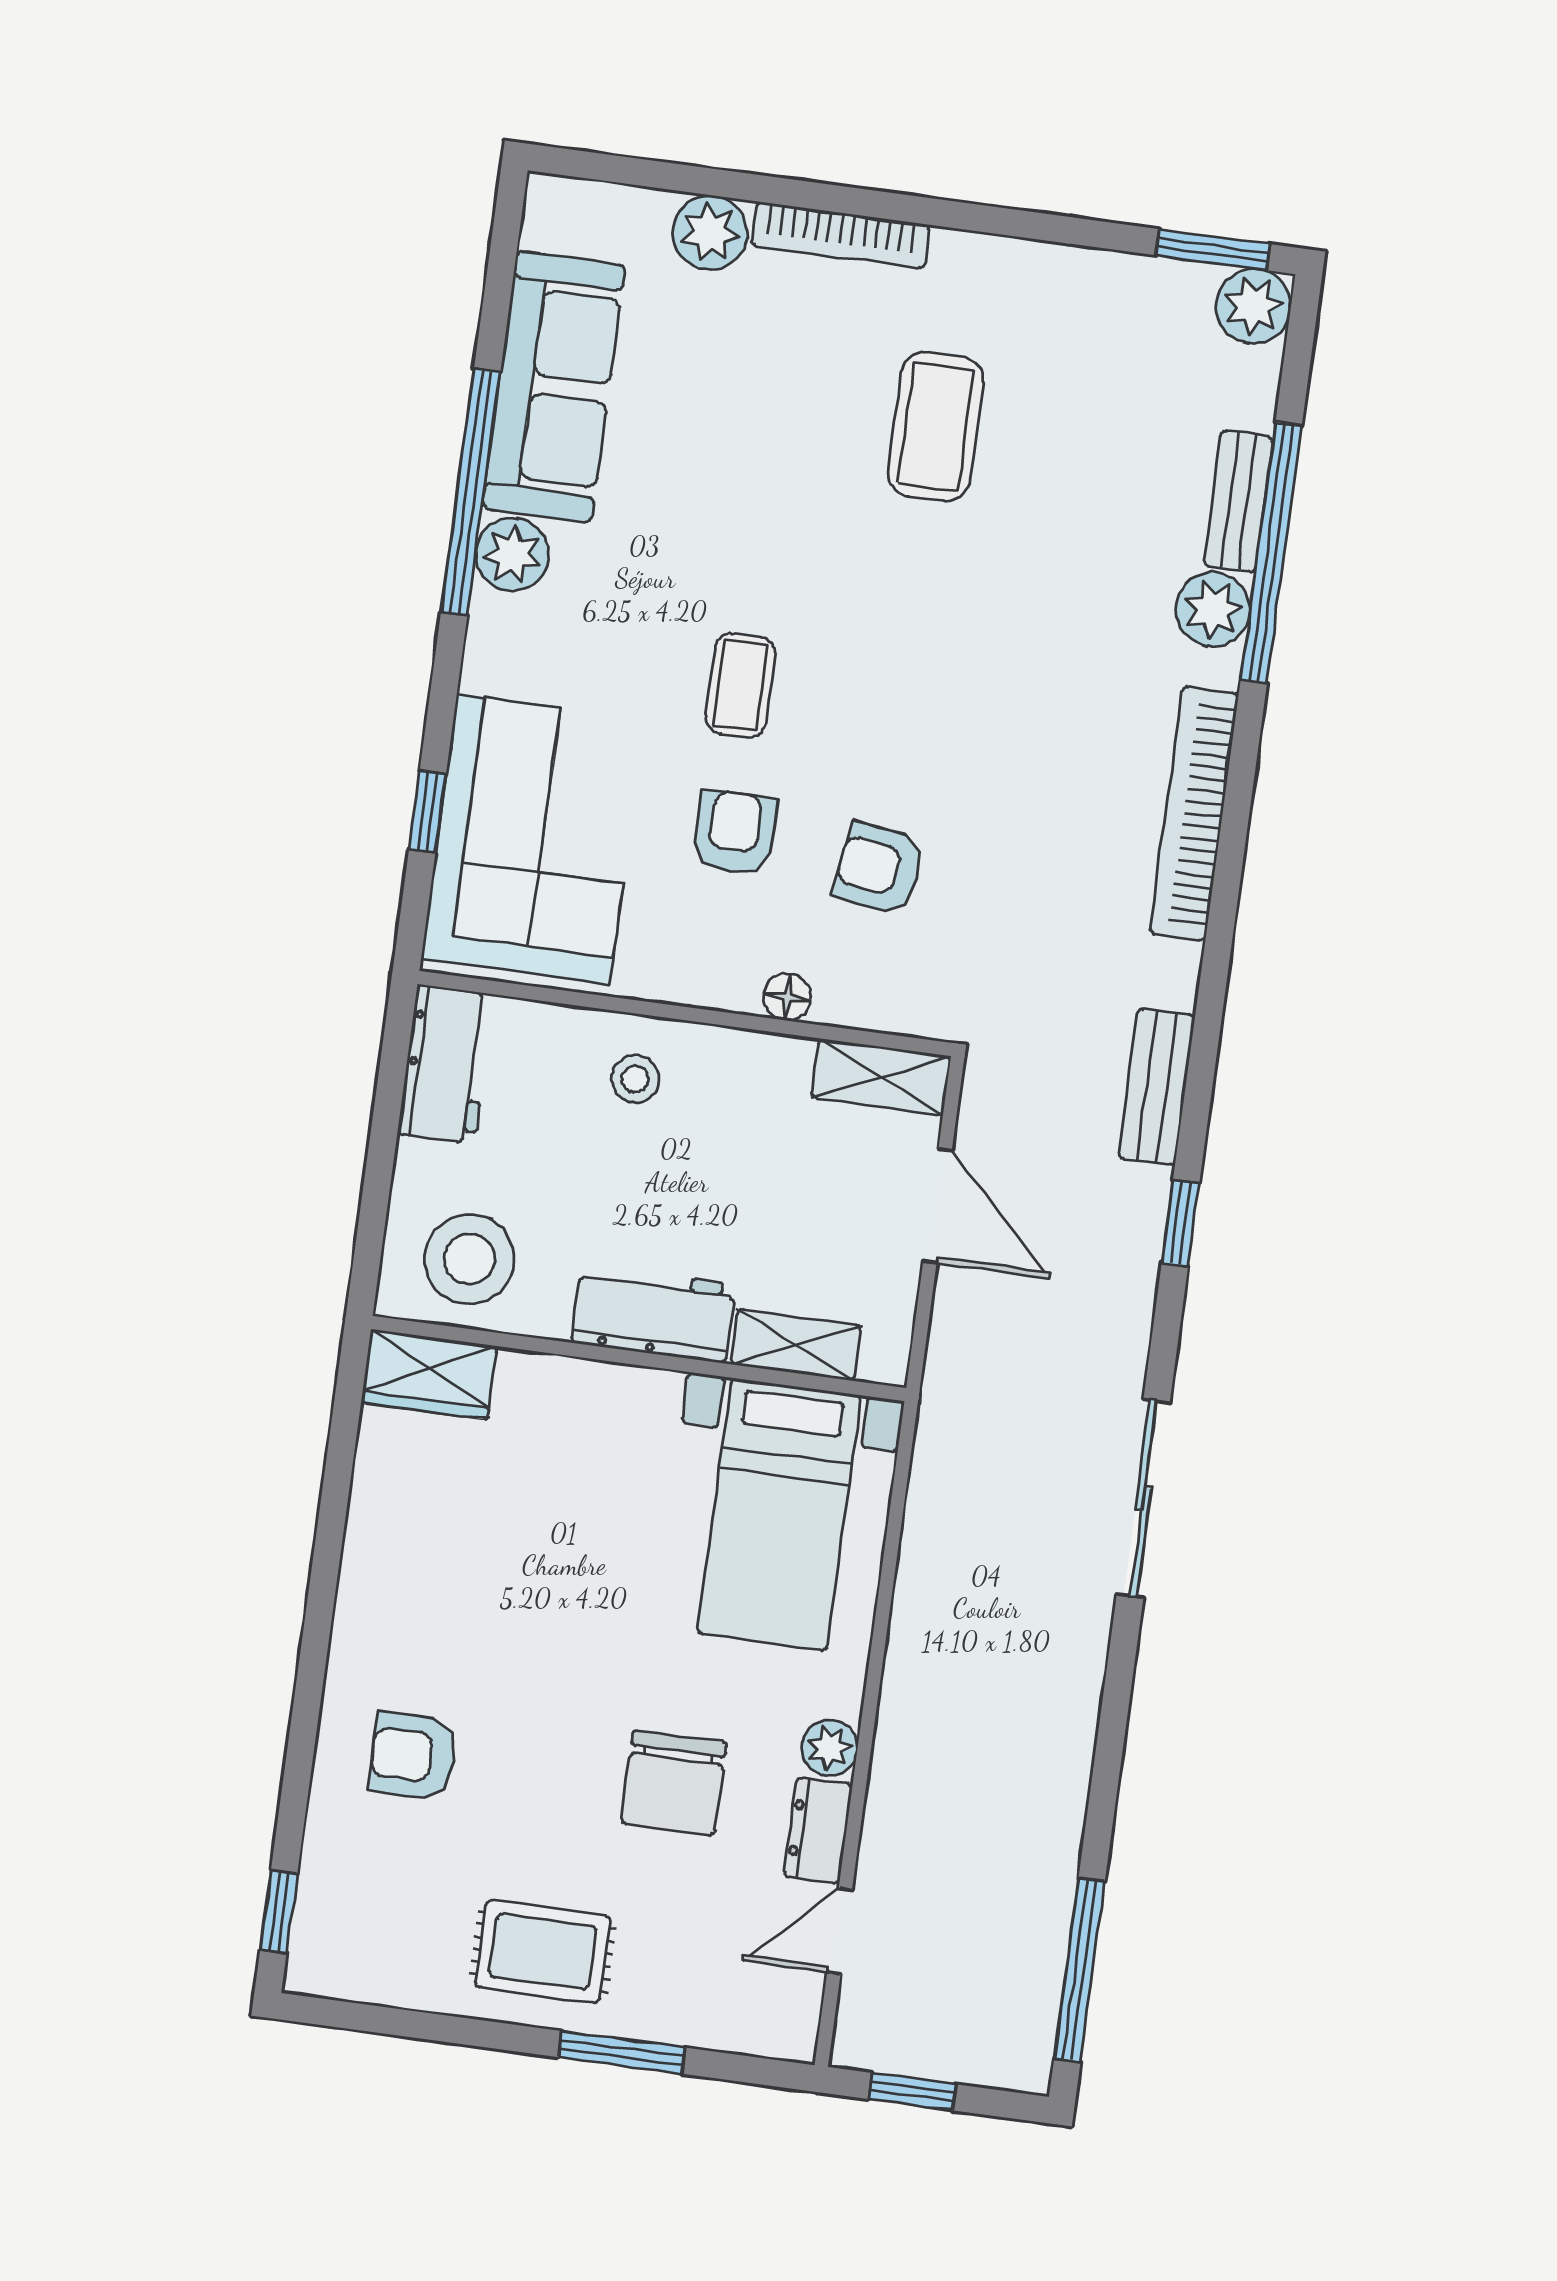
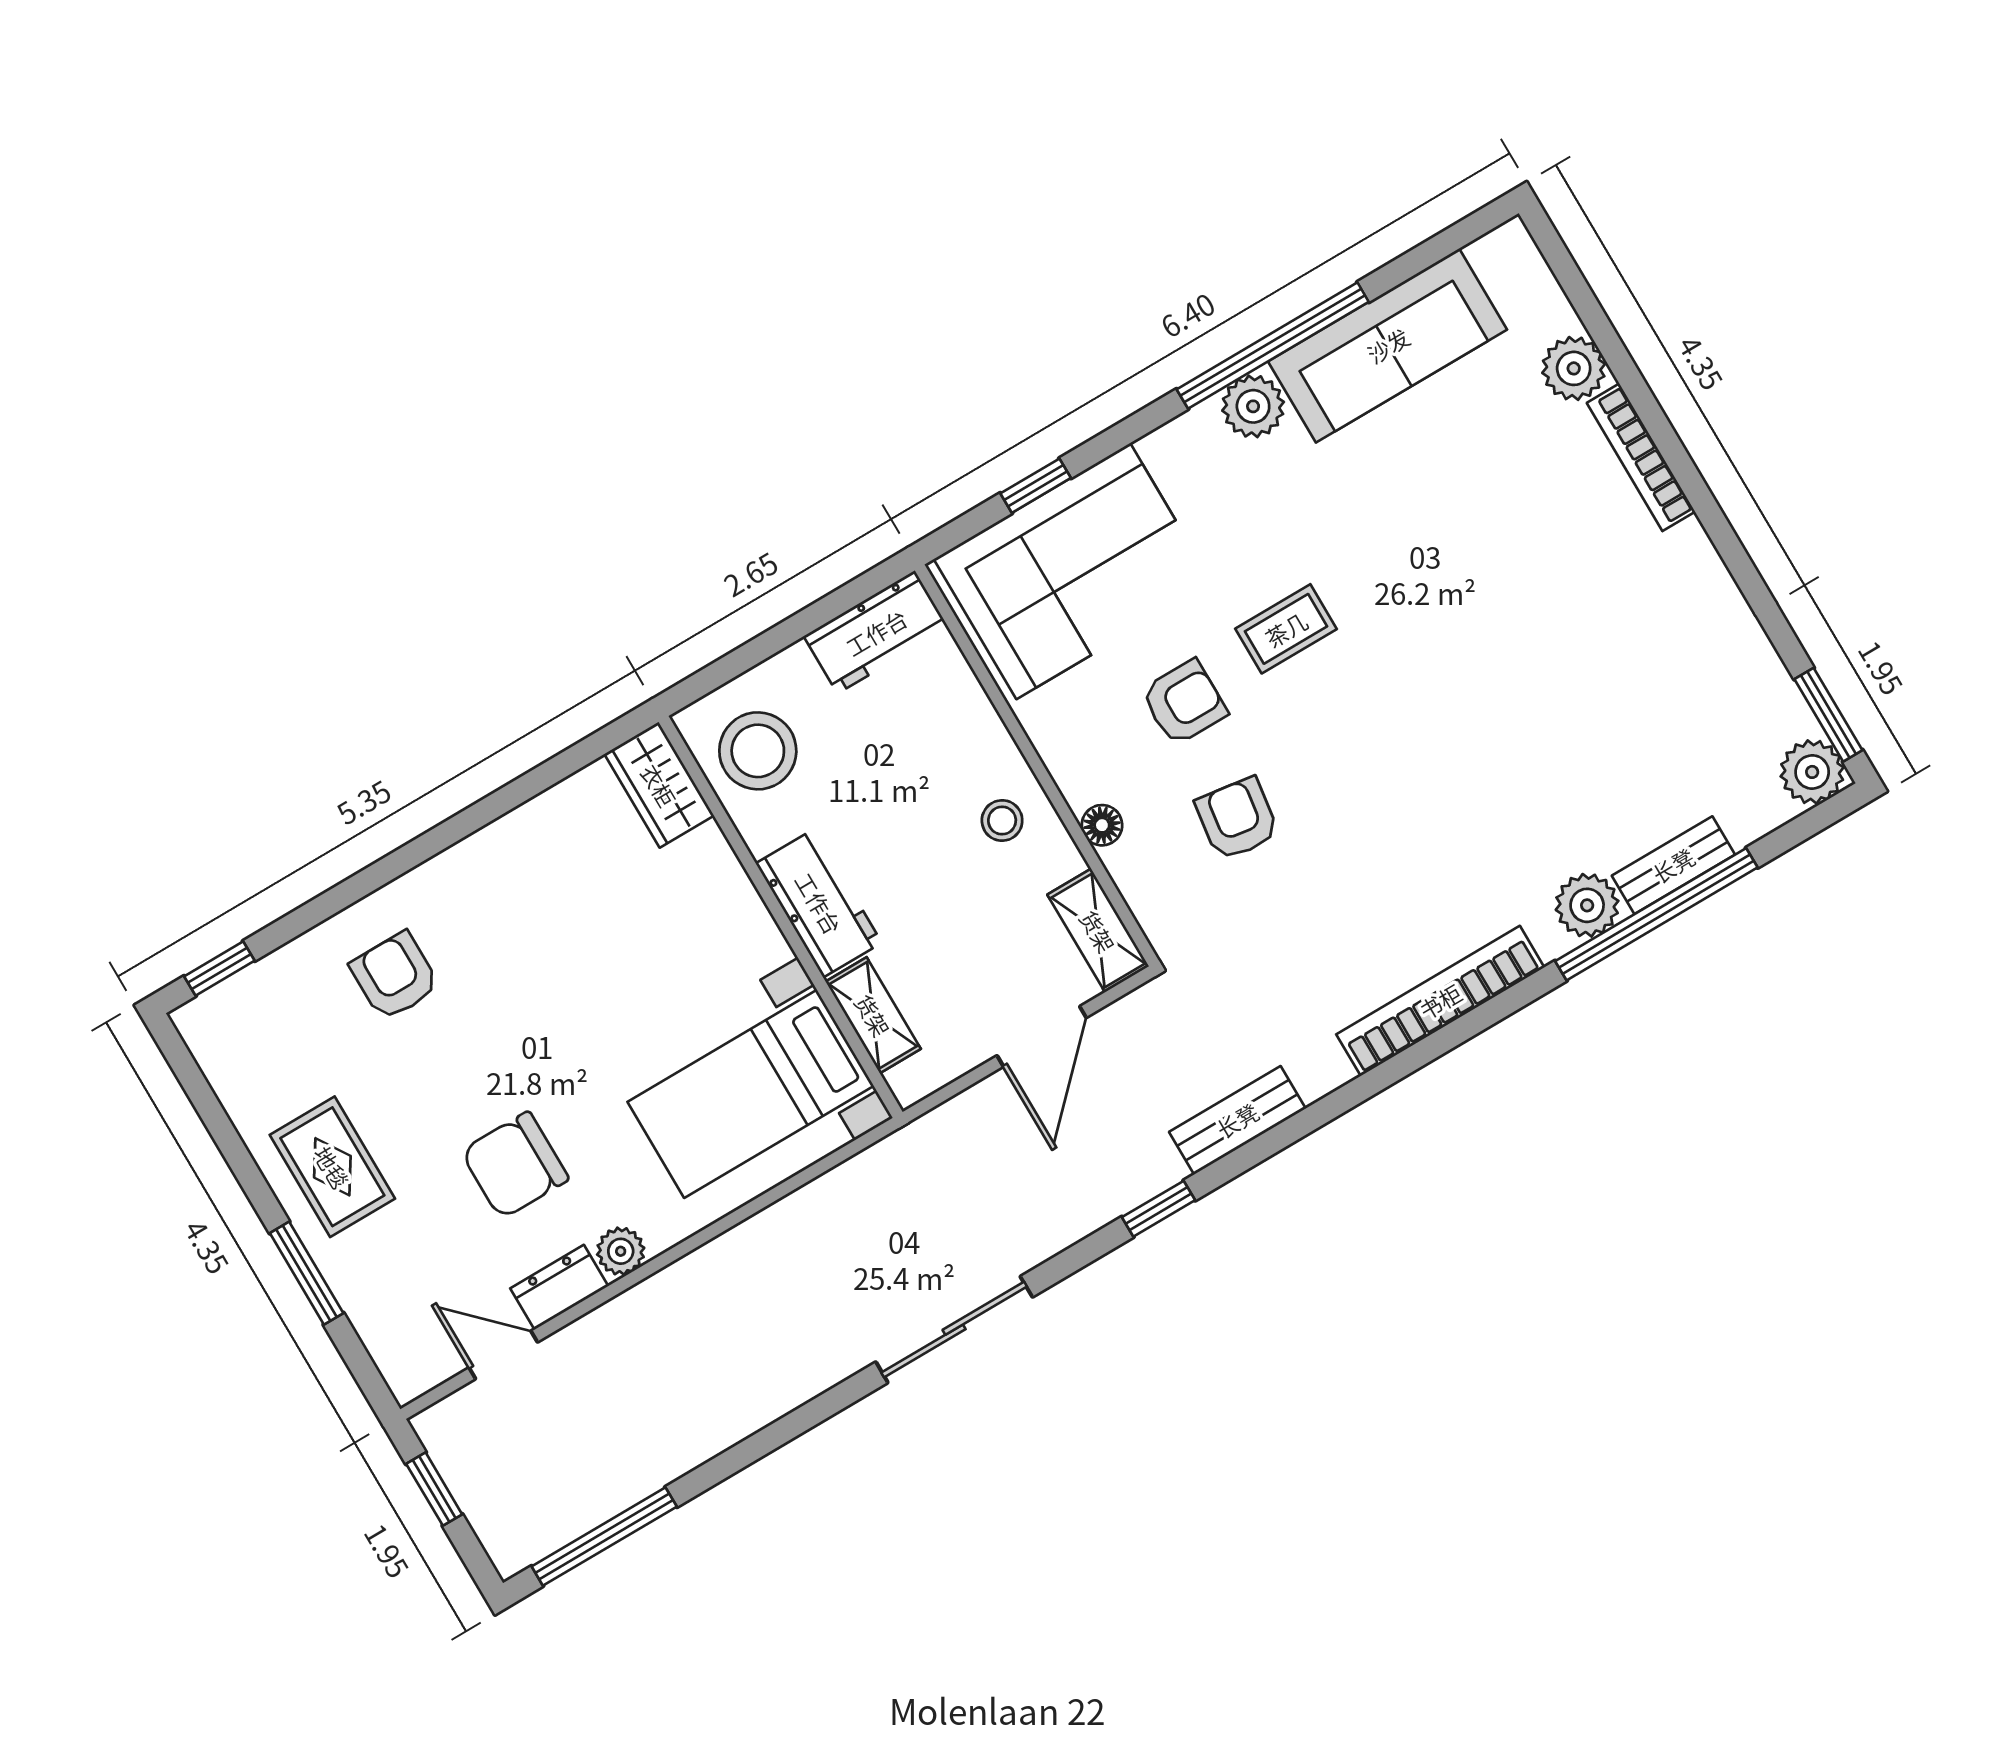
coffee table: (936, 427) -> (1563, 623), removed
stool: (635, 1079) -> (1002, 820), moved

